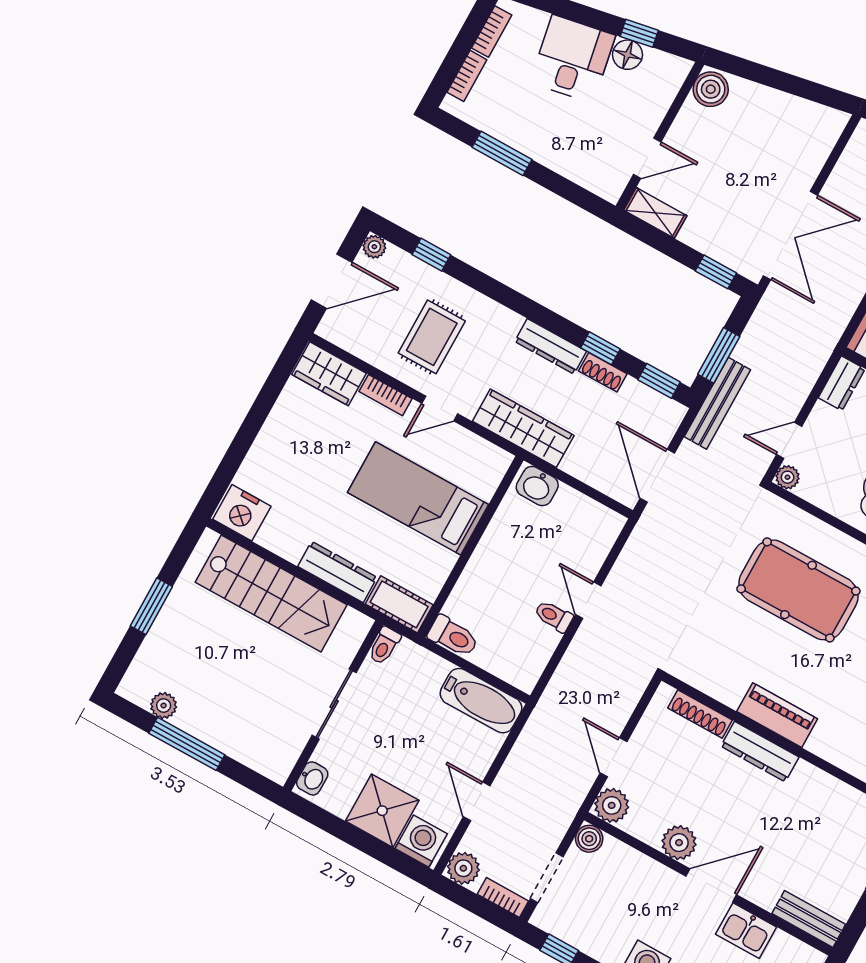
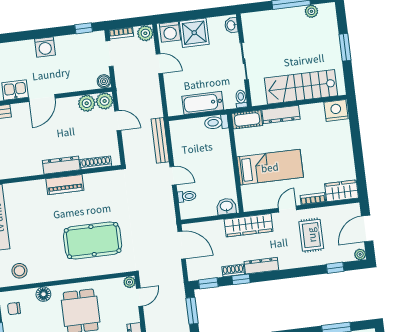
bench: (717, 403) -> (160, 140), moved
toilet: (554, 616) -> (187, 196), moved
bathtub: (481, 701) -> (203, 103), moved
plant: (679, 843) -> (87, 103), moved

